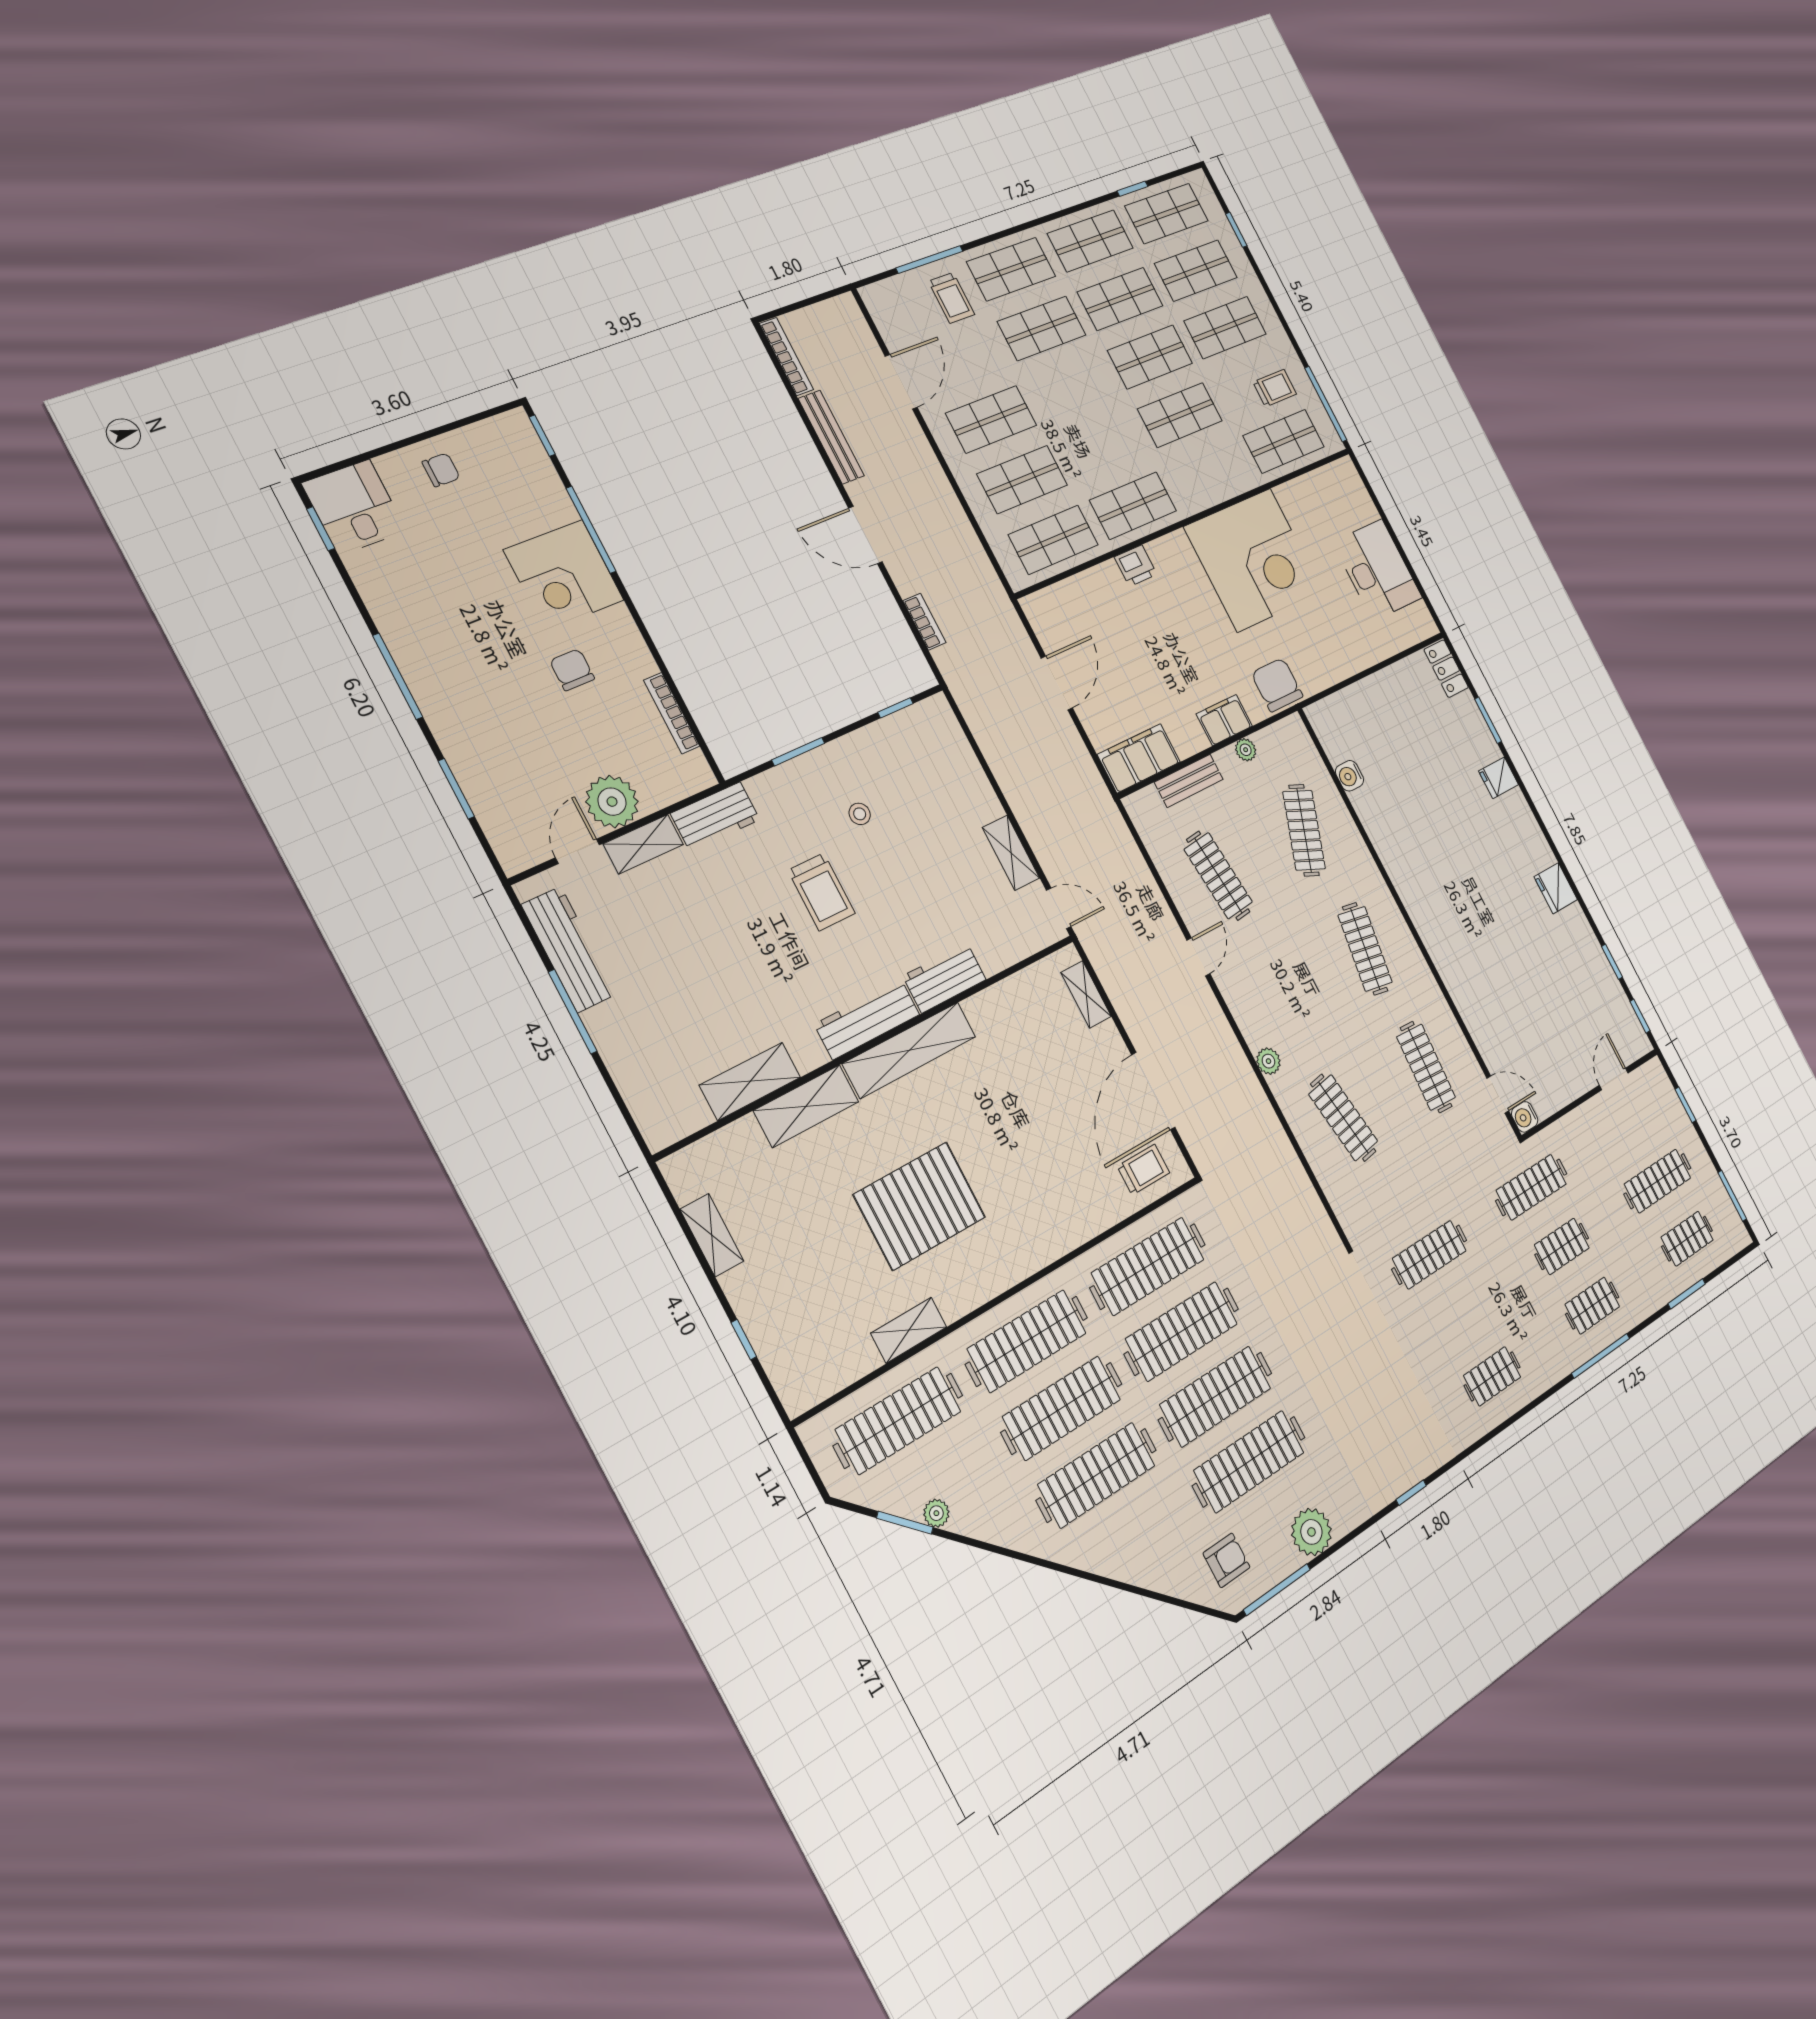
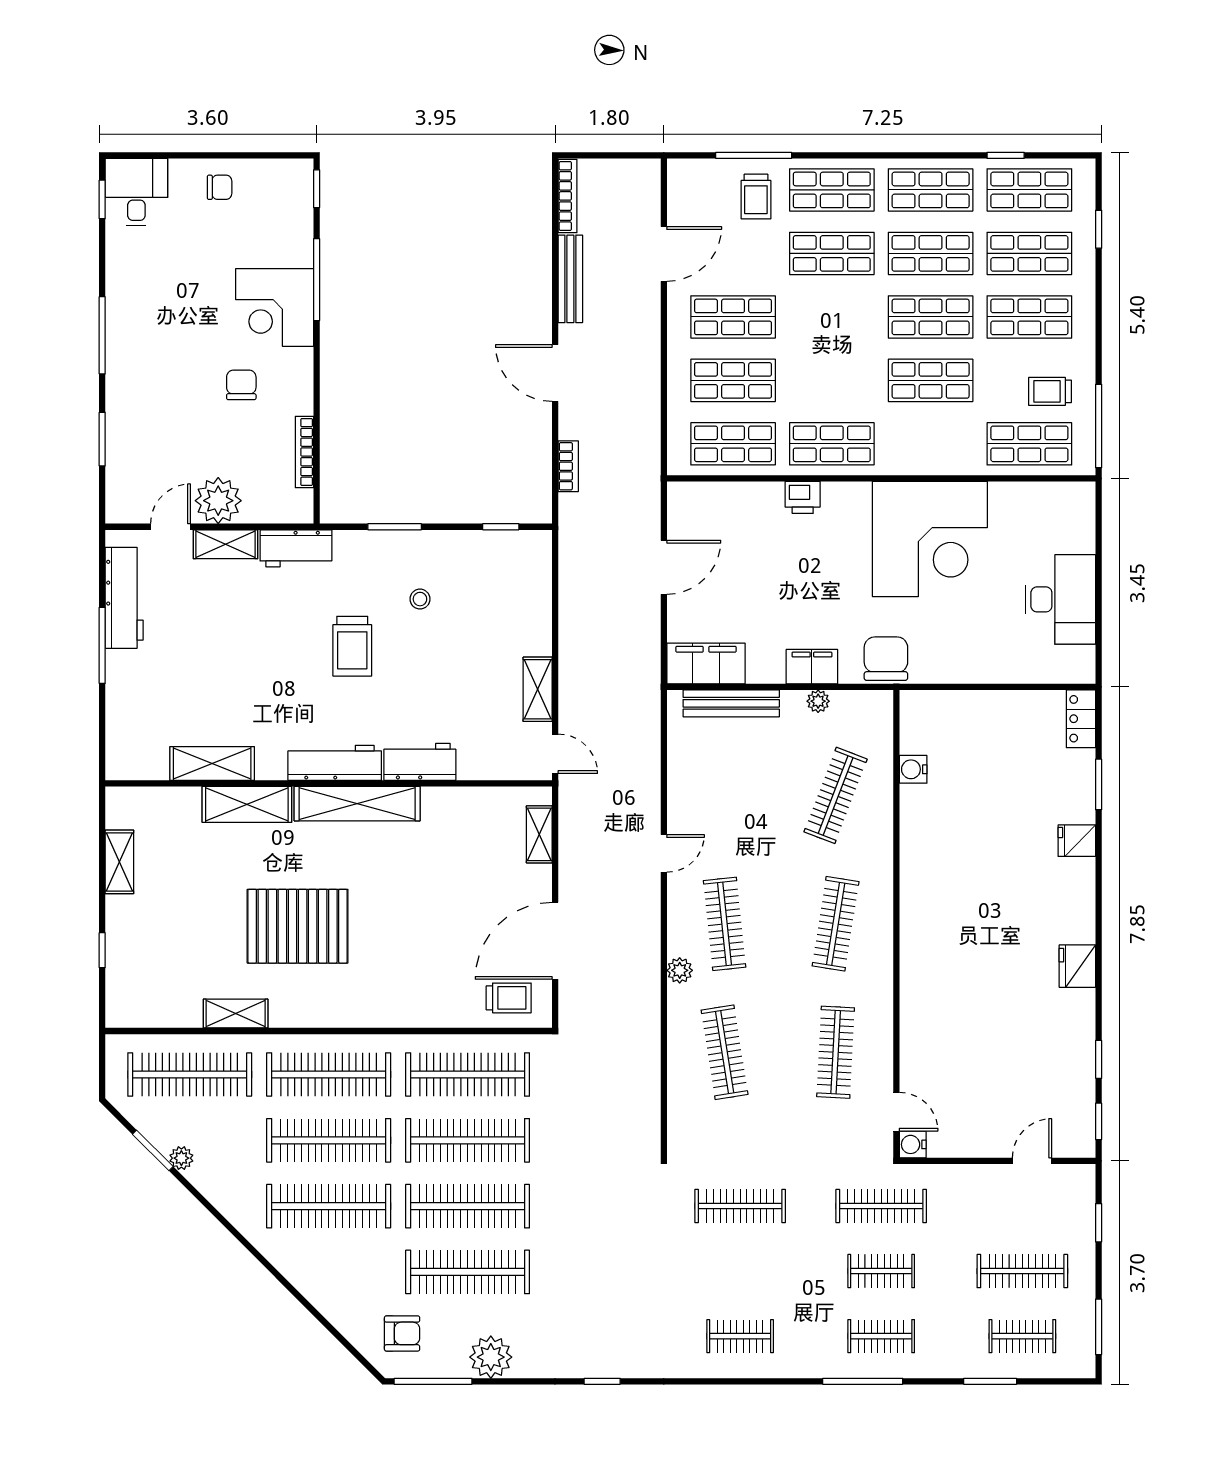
trolley: (1275, 388) -> (1050, 391), turned 180
bench: (1189, 781) -> (731, 703), width x1.36
clothes rail: (1218, 876) -> (725, 924), moved

